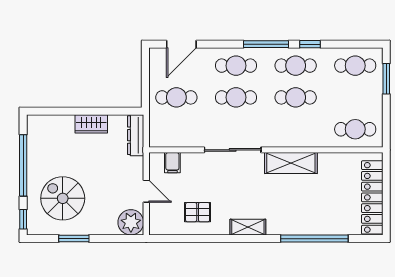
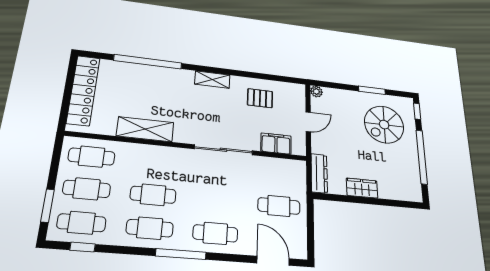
door: (181, 44) -> (273, 261), hinge flipped
window: (310, 44) -> (82, 247), moved
cafe table: (236, 97) -> (87, 189), moved
filing cabinet: (172, 163) -> (276, 144), width x2.00
shelving: (291, 163) -> (145, 129), moved
door: (146, 191) -> (308, 122), swing flipped
spiral stairs: (63, 198) -> (384, 125), turned 90
plant: (131, 222) -> (316, 92), width x0.53, depth x0.53

